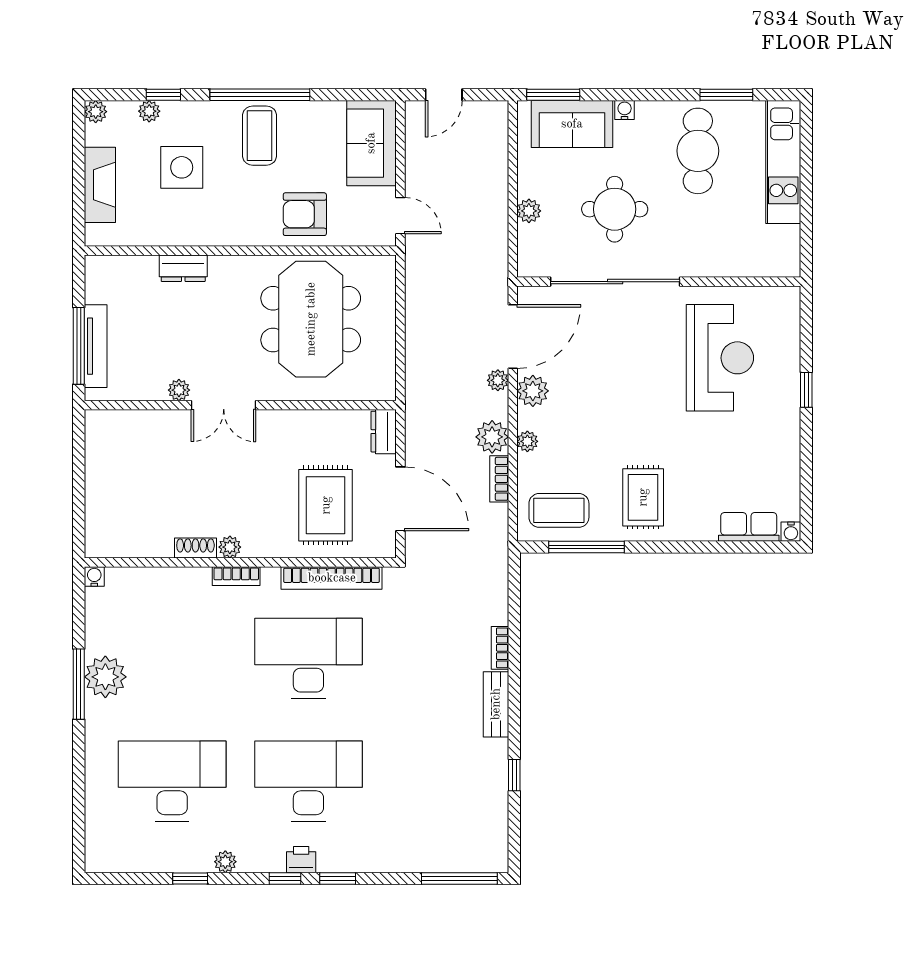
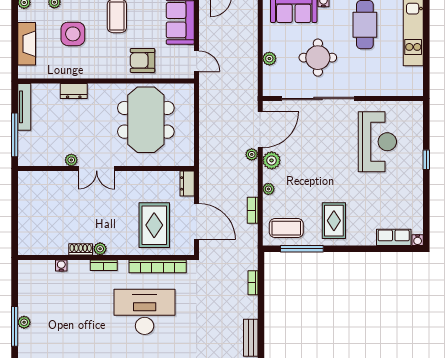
tv unit: (96, 346) -> (24, 107), moved
plant: (492, 437) -> (248, 186), removed
water cooler: (94, 577) -> (61, 265), moved
bookcase: (500, 648) -> (253, 283), moved
plant: (105, 677) -> (24, 322), width x0.53, depth x0.53

